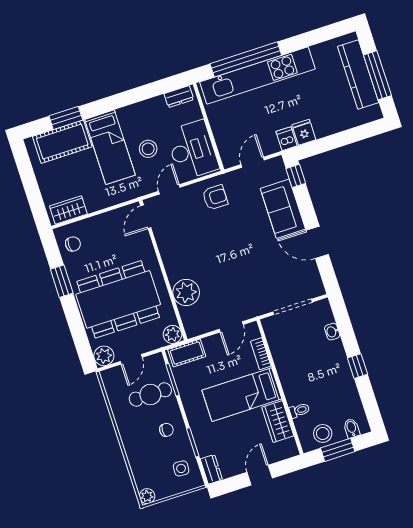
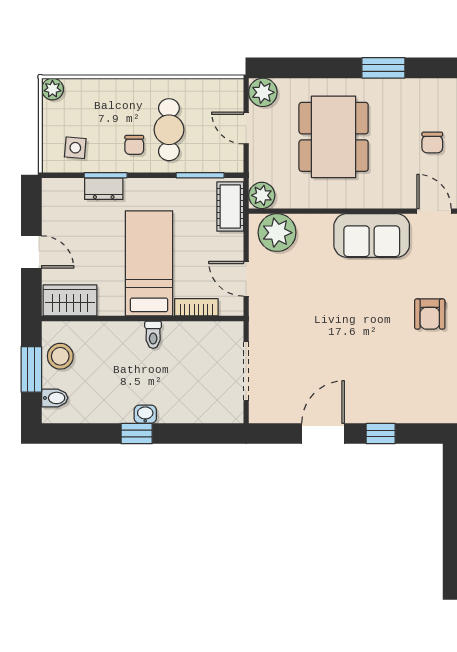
window: (296, 176) -> (381, 434), moved
sofa: (283, 209) -> (372, 236), moved, turned 180
chair: (73, 244) -> (432, 142), moved
plant: (186, 292) -> (277, 233), moved
dining table: (118, 299) -> (334, 137), width x0.73, depth x0.80
washbasin: (332, 332) -> (145, 414), moved
cafe table: (150, 394) -> (169, 130), moved
toilet: (299, 410) -> (153, 335), moved
wardrobe: (278, 421) -> (70, 300), moved
dresser: (211, 469) -> (104, 189), moved

